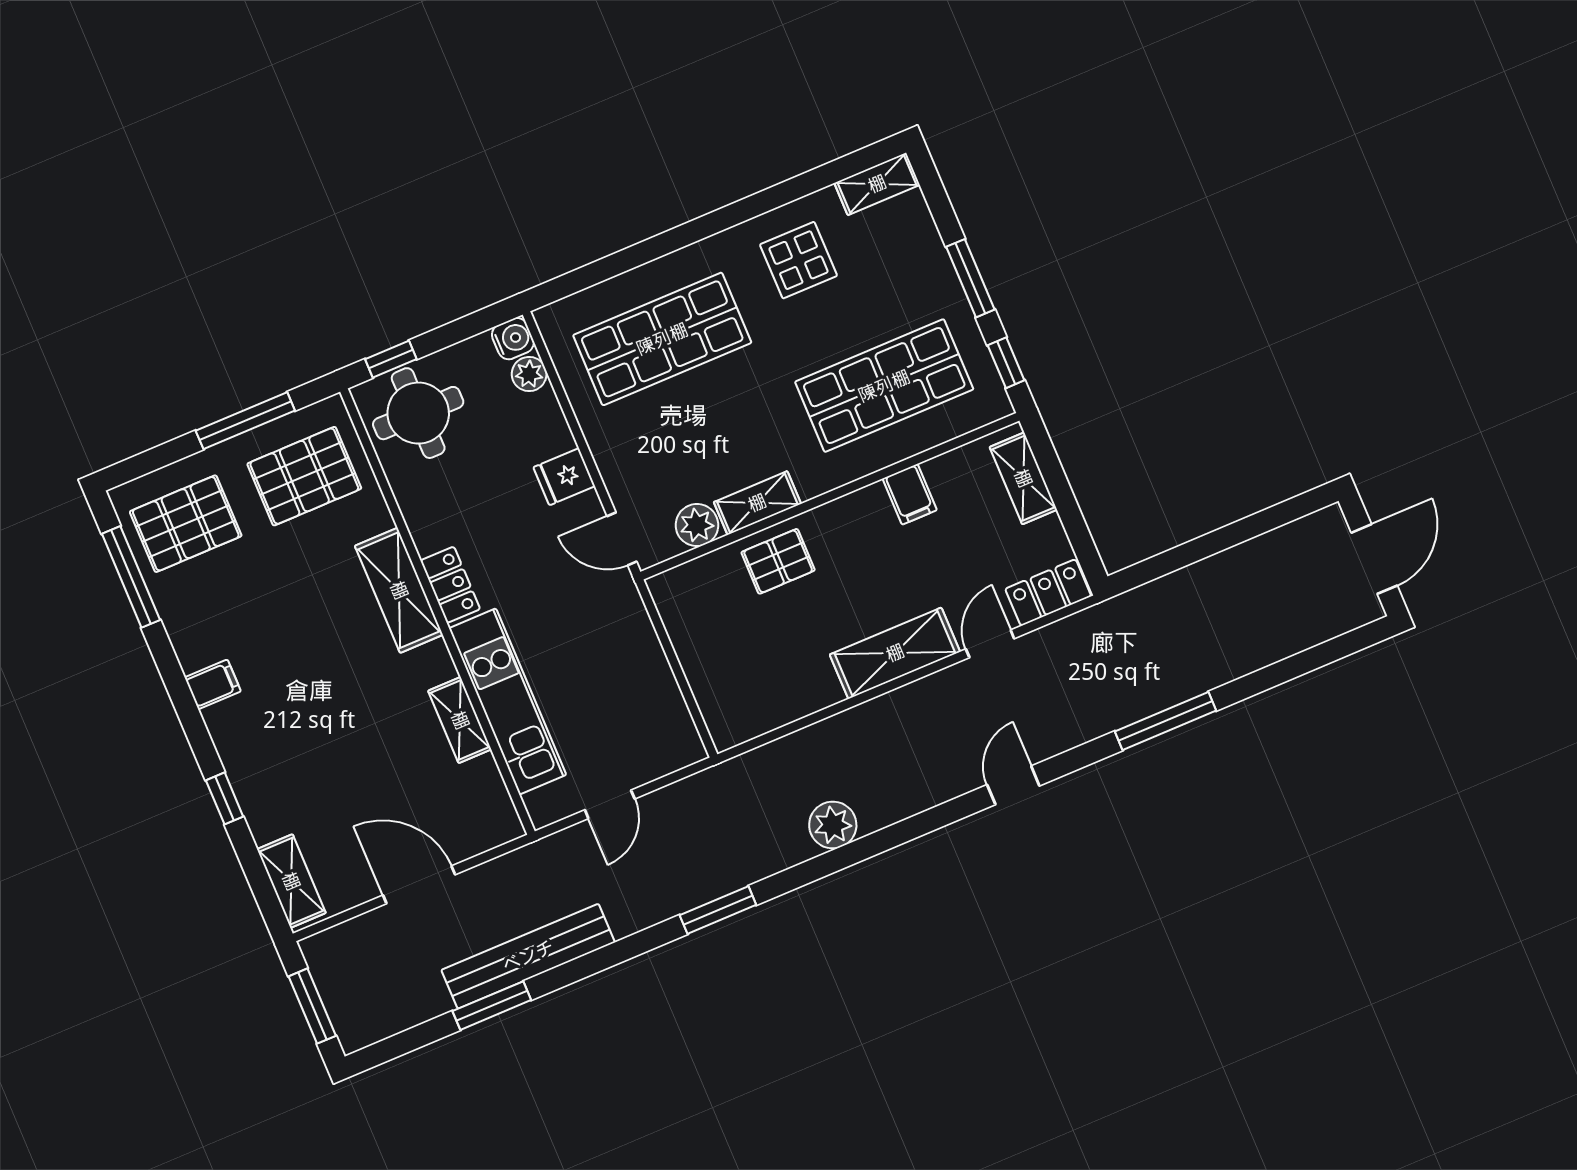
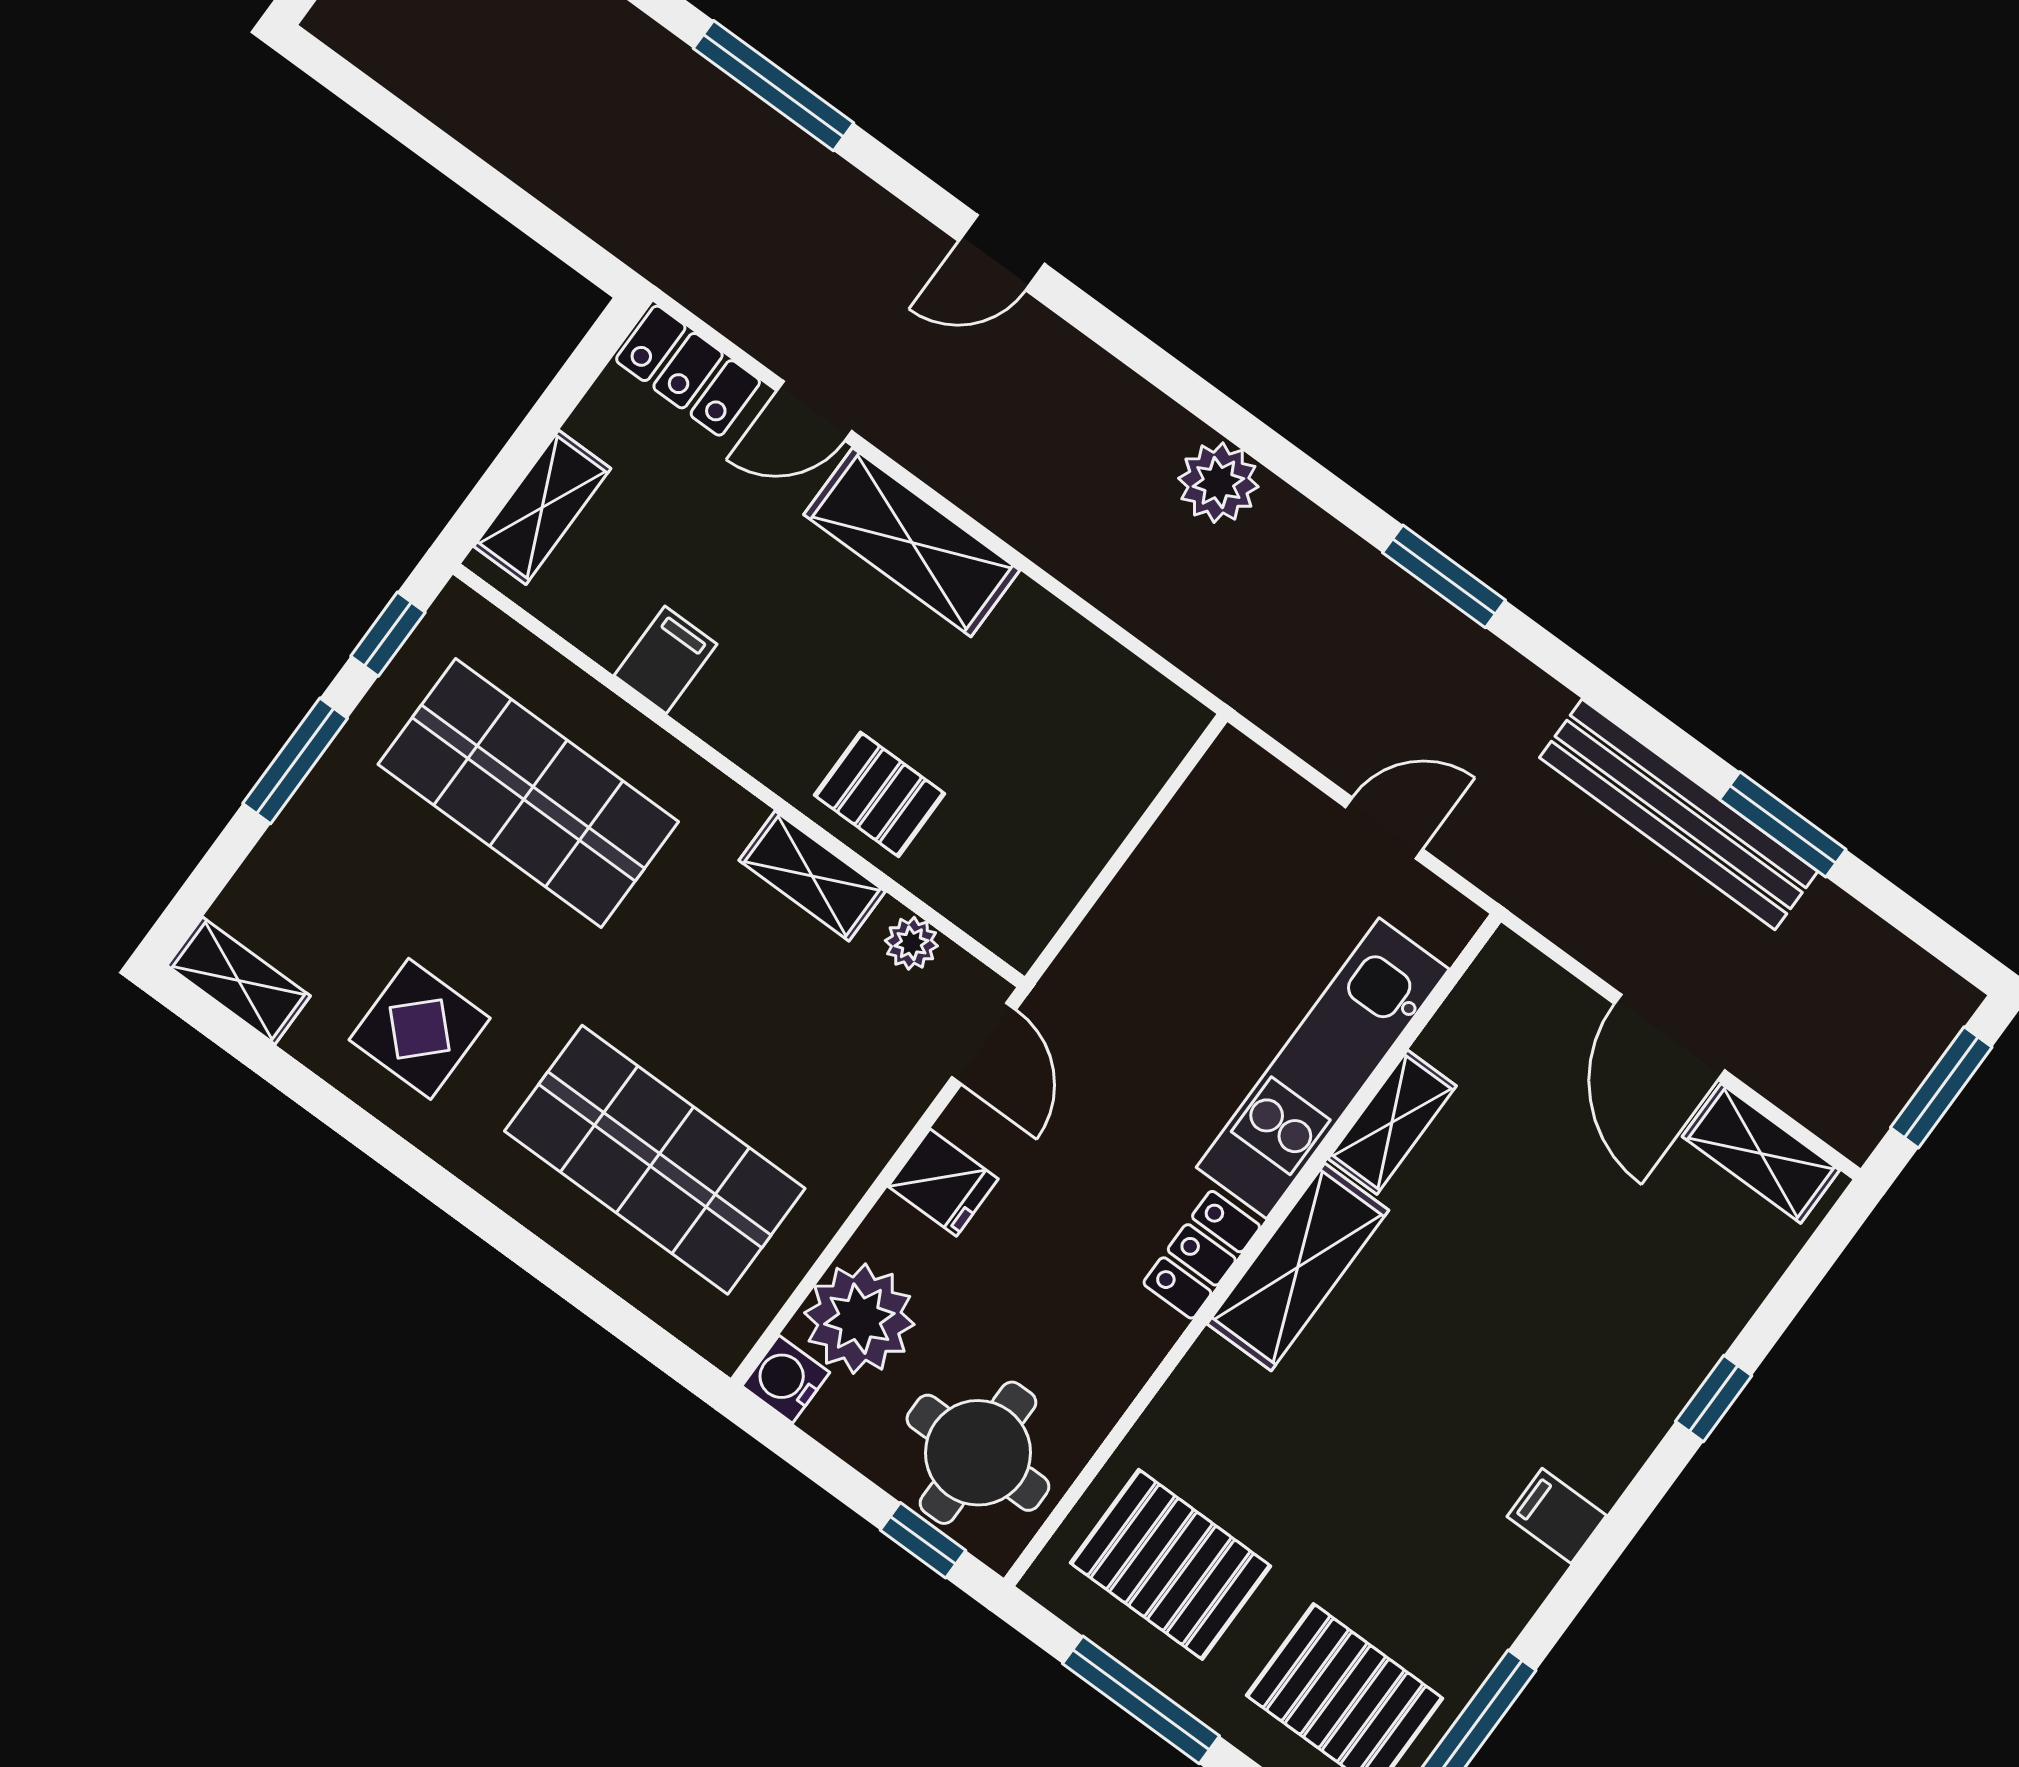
plant: (529, 374) -> (859, 1319), width x1.87, depth x1.87
plant: (697, 525) -> (911, 943), width x0.73, depth x0.73
shelving: (399, 590) -> (1298, 1267), moved
shelving: (291, 881) -> (1761, 1153), moved, turned 90

